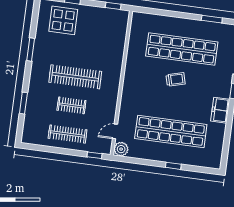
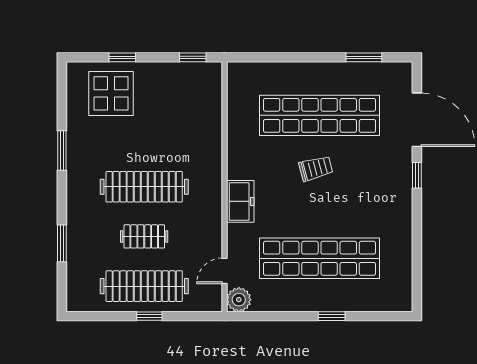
freezer: (220, 110) -> (240, 201), moved, turned 180
clothes rail: (68, 134) -> (144, 286), width x1.37, depth x1.31
window: (94, 155) -> (149, 316), moved

